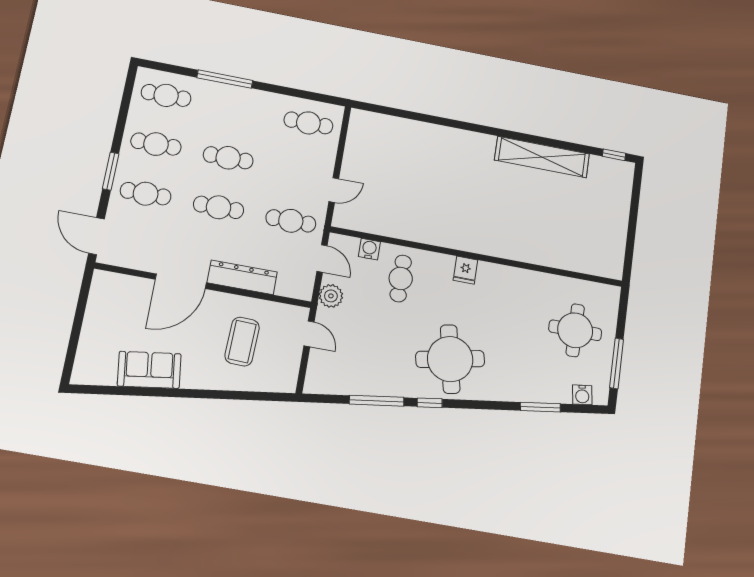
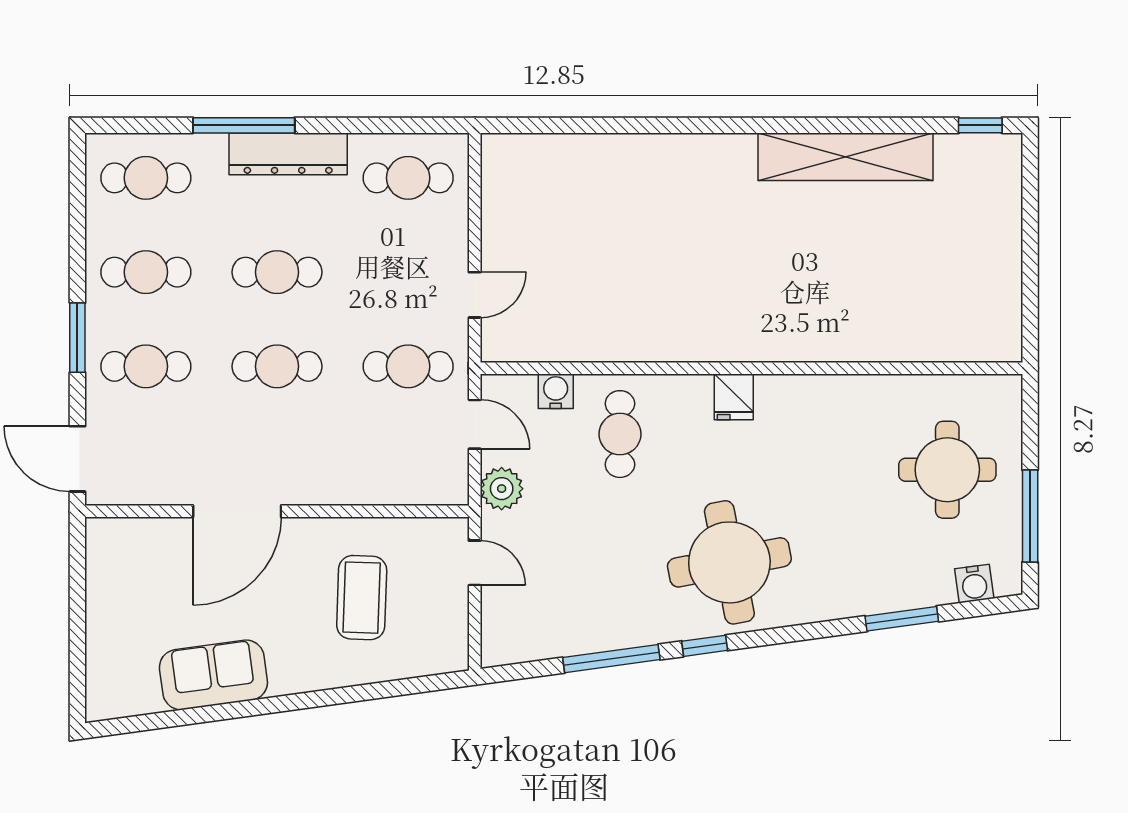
dresser: (242, 277) -> (288, 154), moved, turned 180

